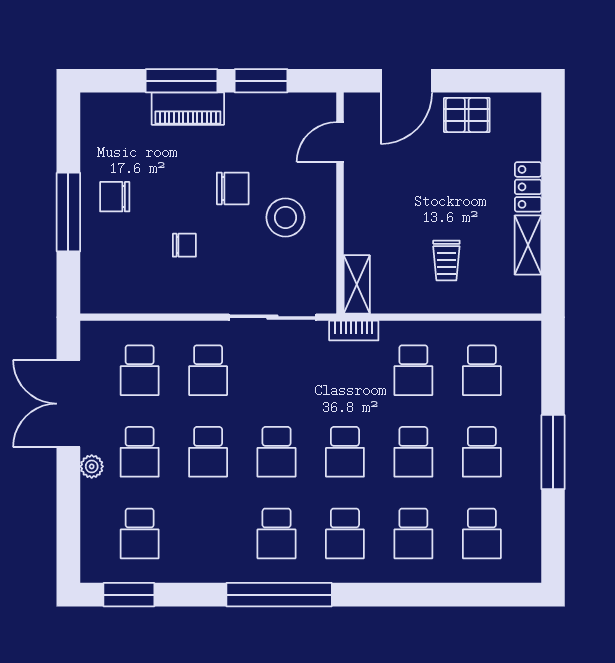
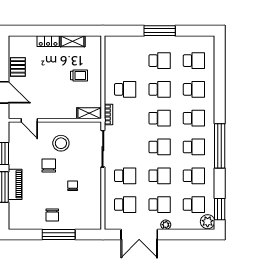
school desk: (482, 370) -> (194, 176), moved
plant: (99, 566) -> (208, 222), added

